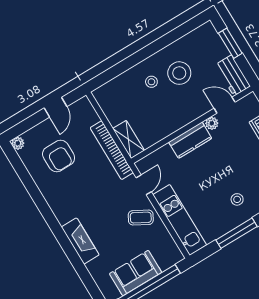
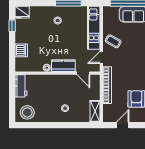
window: (230, 43) -> (12, 103), removed
stool: (179, 73) -> (27, 112), moved
door: (225, 105) -> (83, 73), moved
shelving: (129, 139) -> (95, 111), moved

